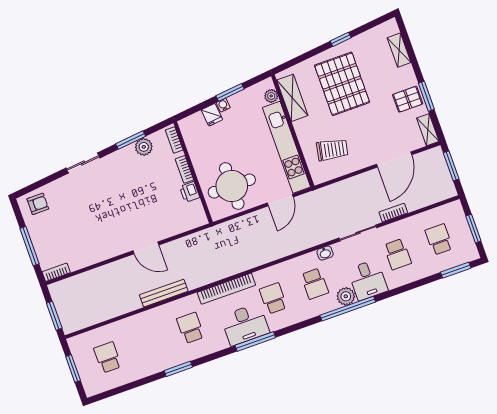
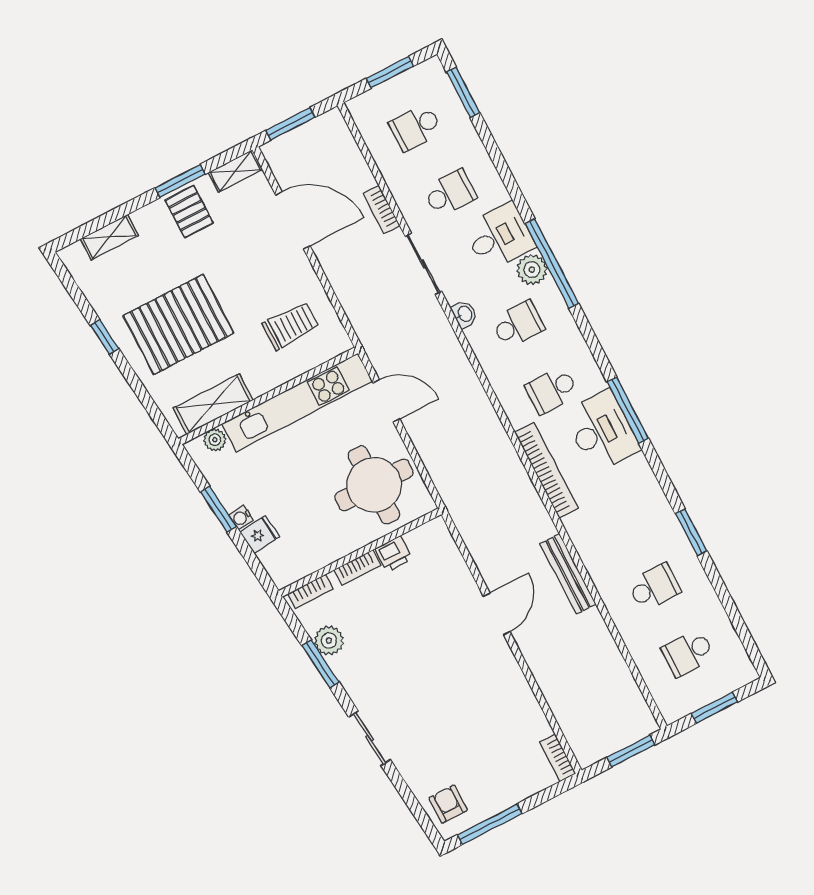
trolley: (332, 150) -> (291, 326), turned 79
window: (30, 246) -> (490, 824), moved
school desk: (190, 328) -> (654, 587), moved, turned 180

